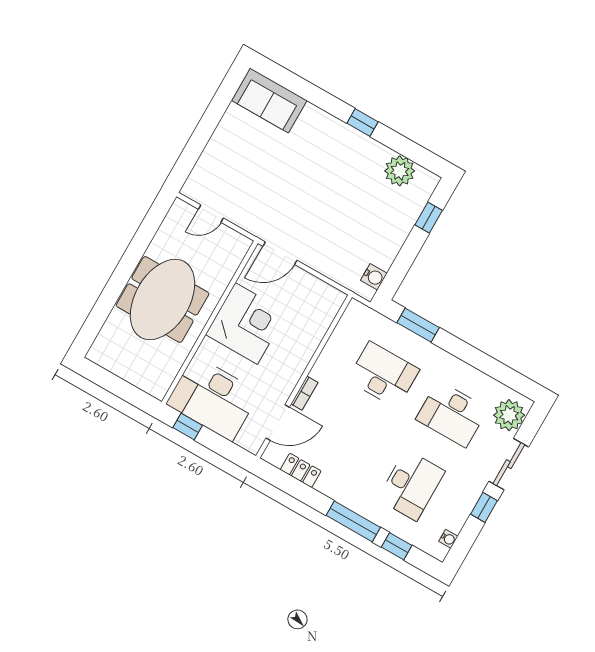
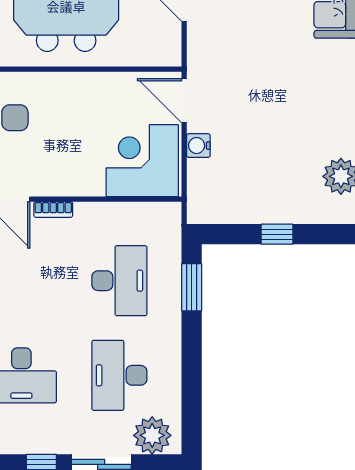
window: (429, 218) -> (277, 234), moved
water cooler: (374, 277) -> (198, 146), moved, turned 90
corner desk: (246, 323) -> (142, 161), moved, turned 180

